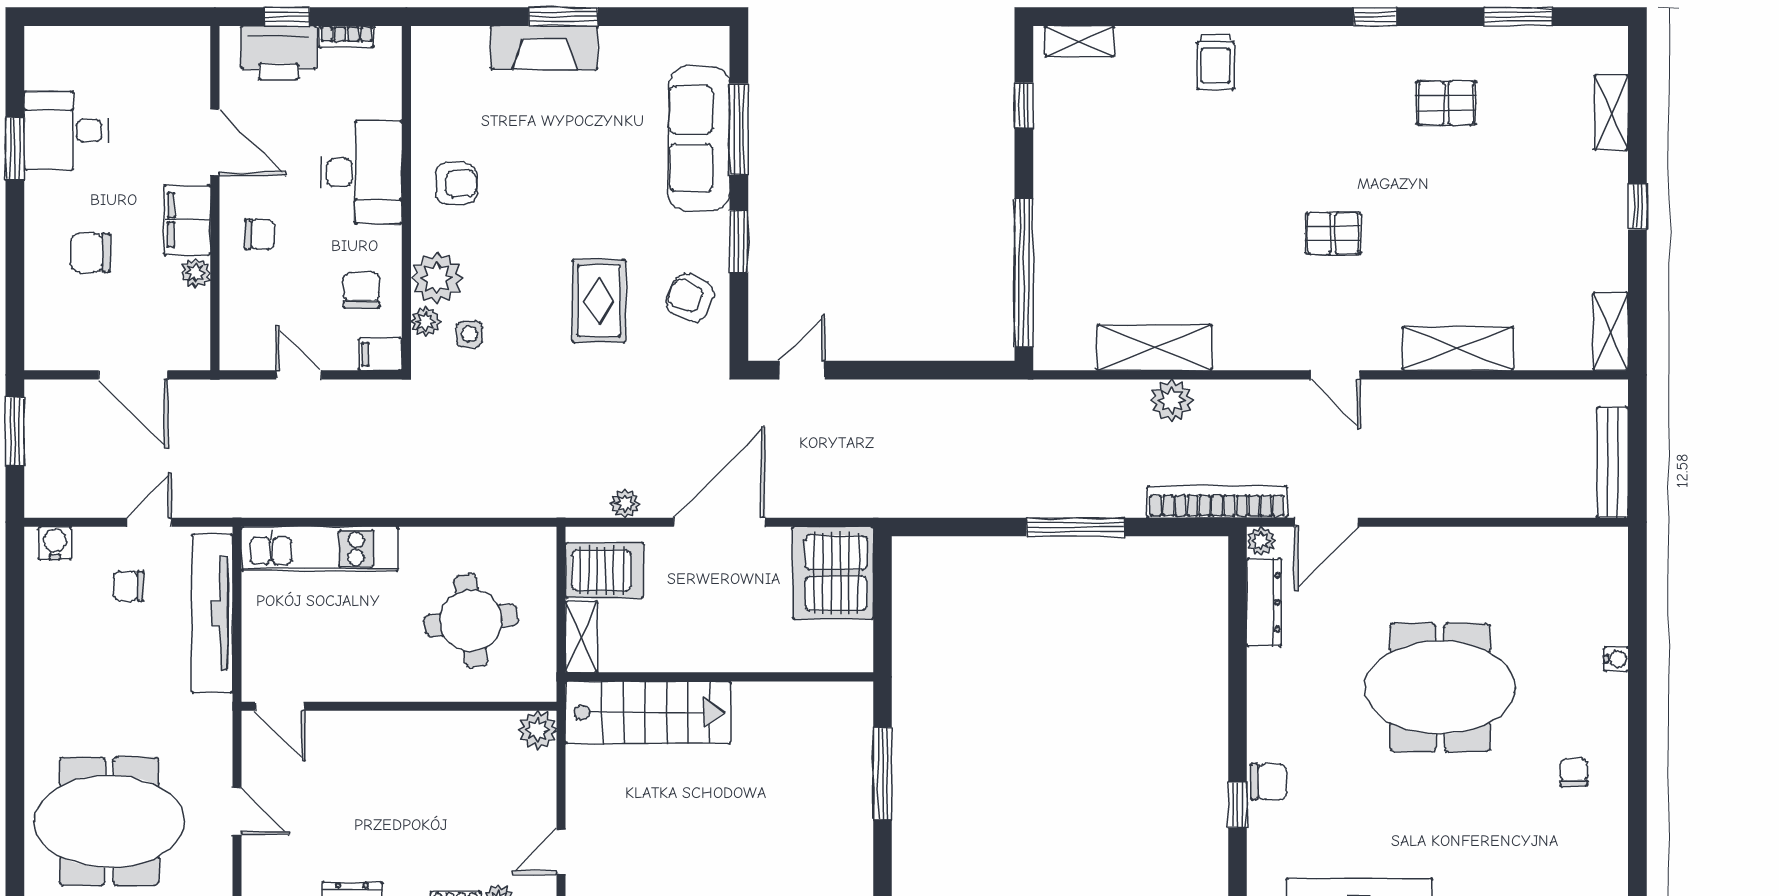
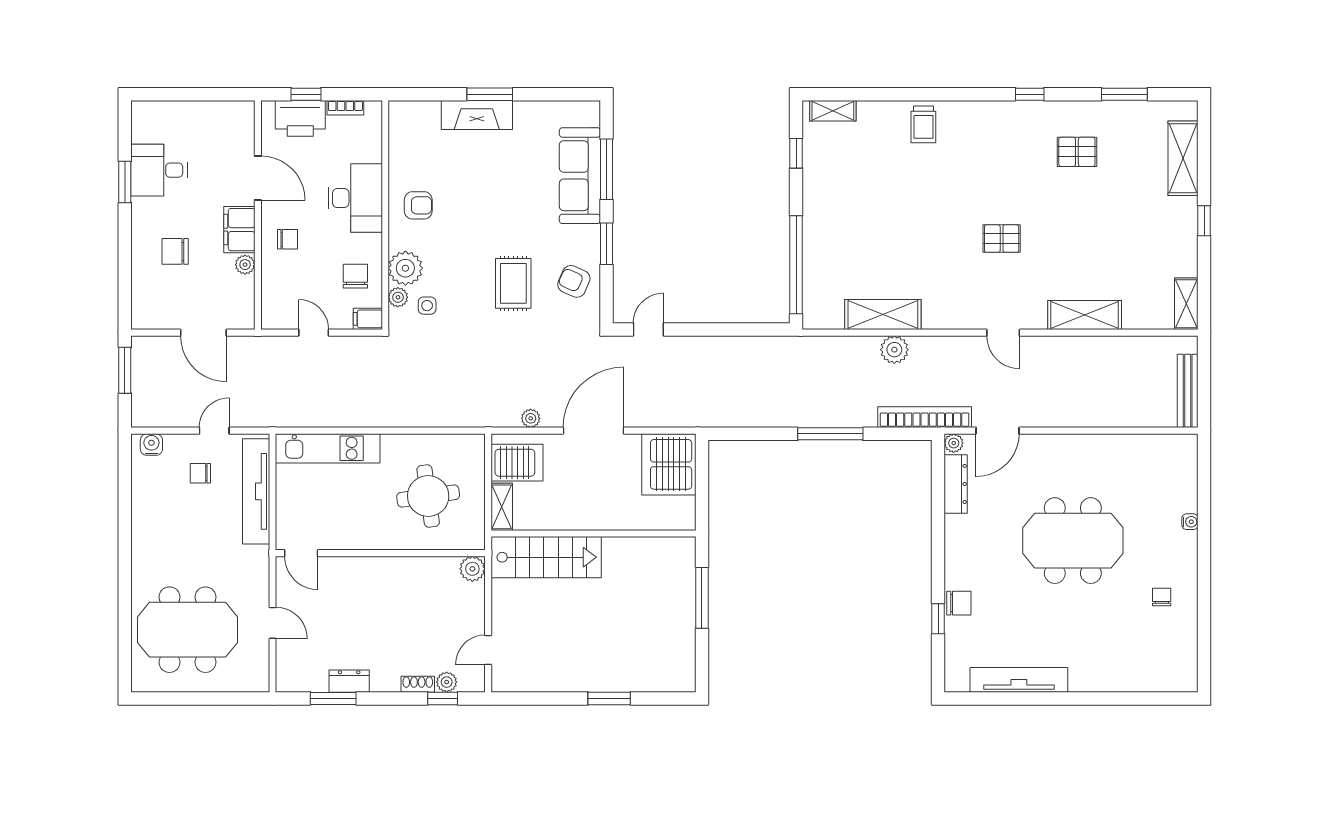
shelving: (1611, 113) -> (1183, 158), width x1.50, depth x1.33

